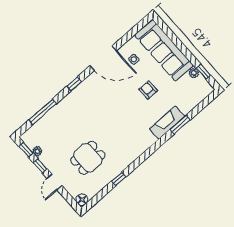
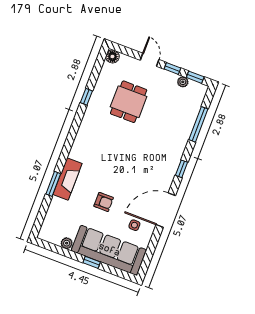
window: (203, 72) -> (92, 262), moved

